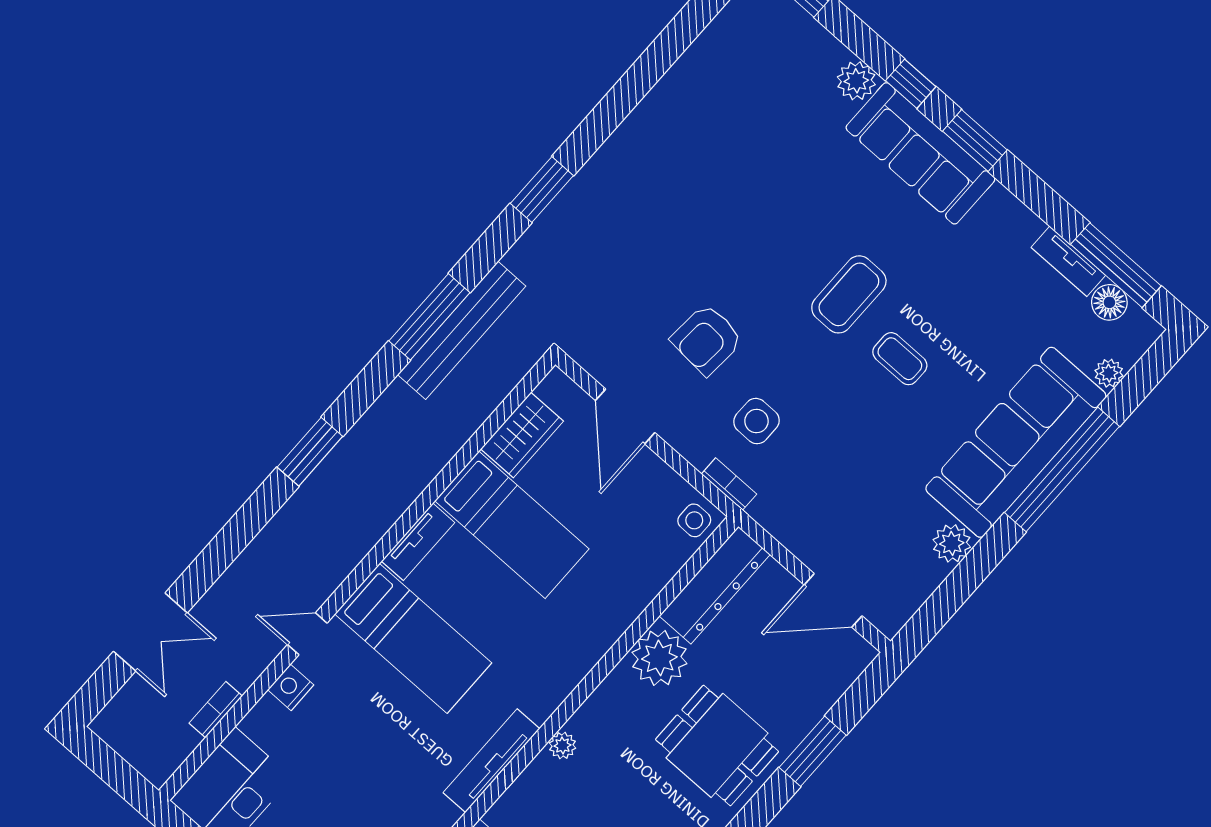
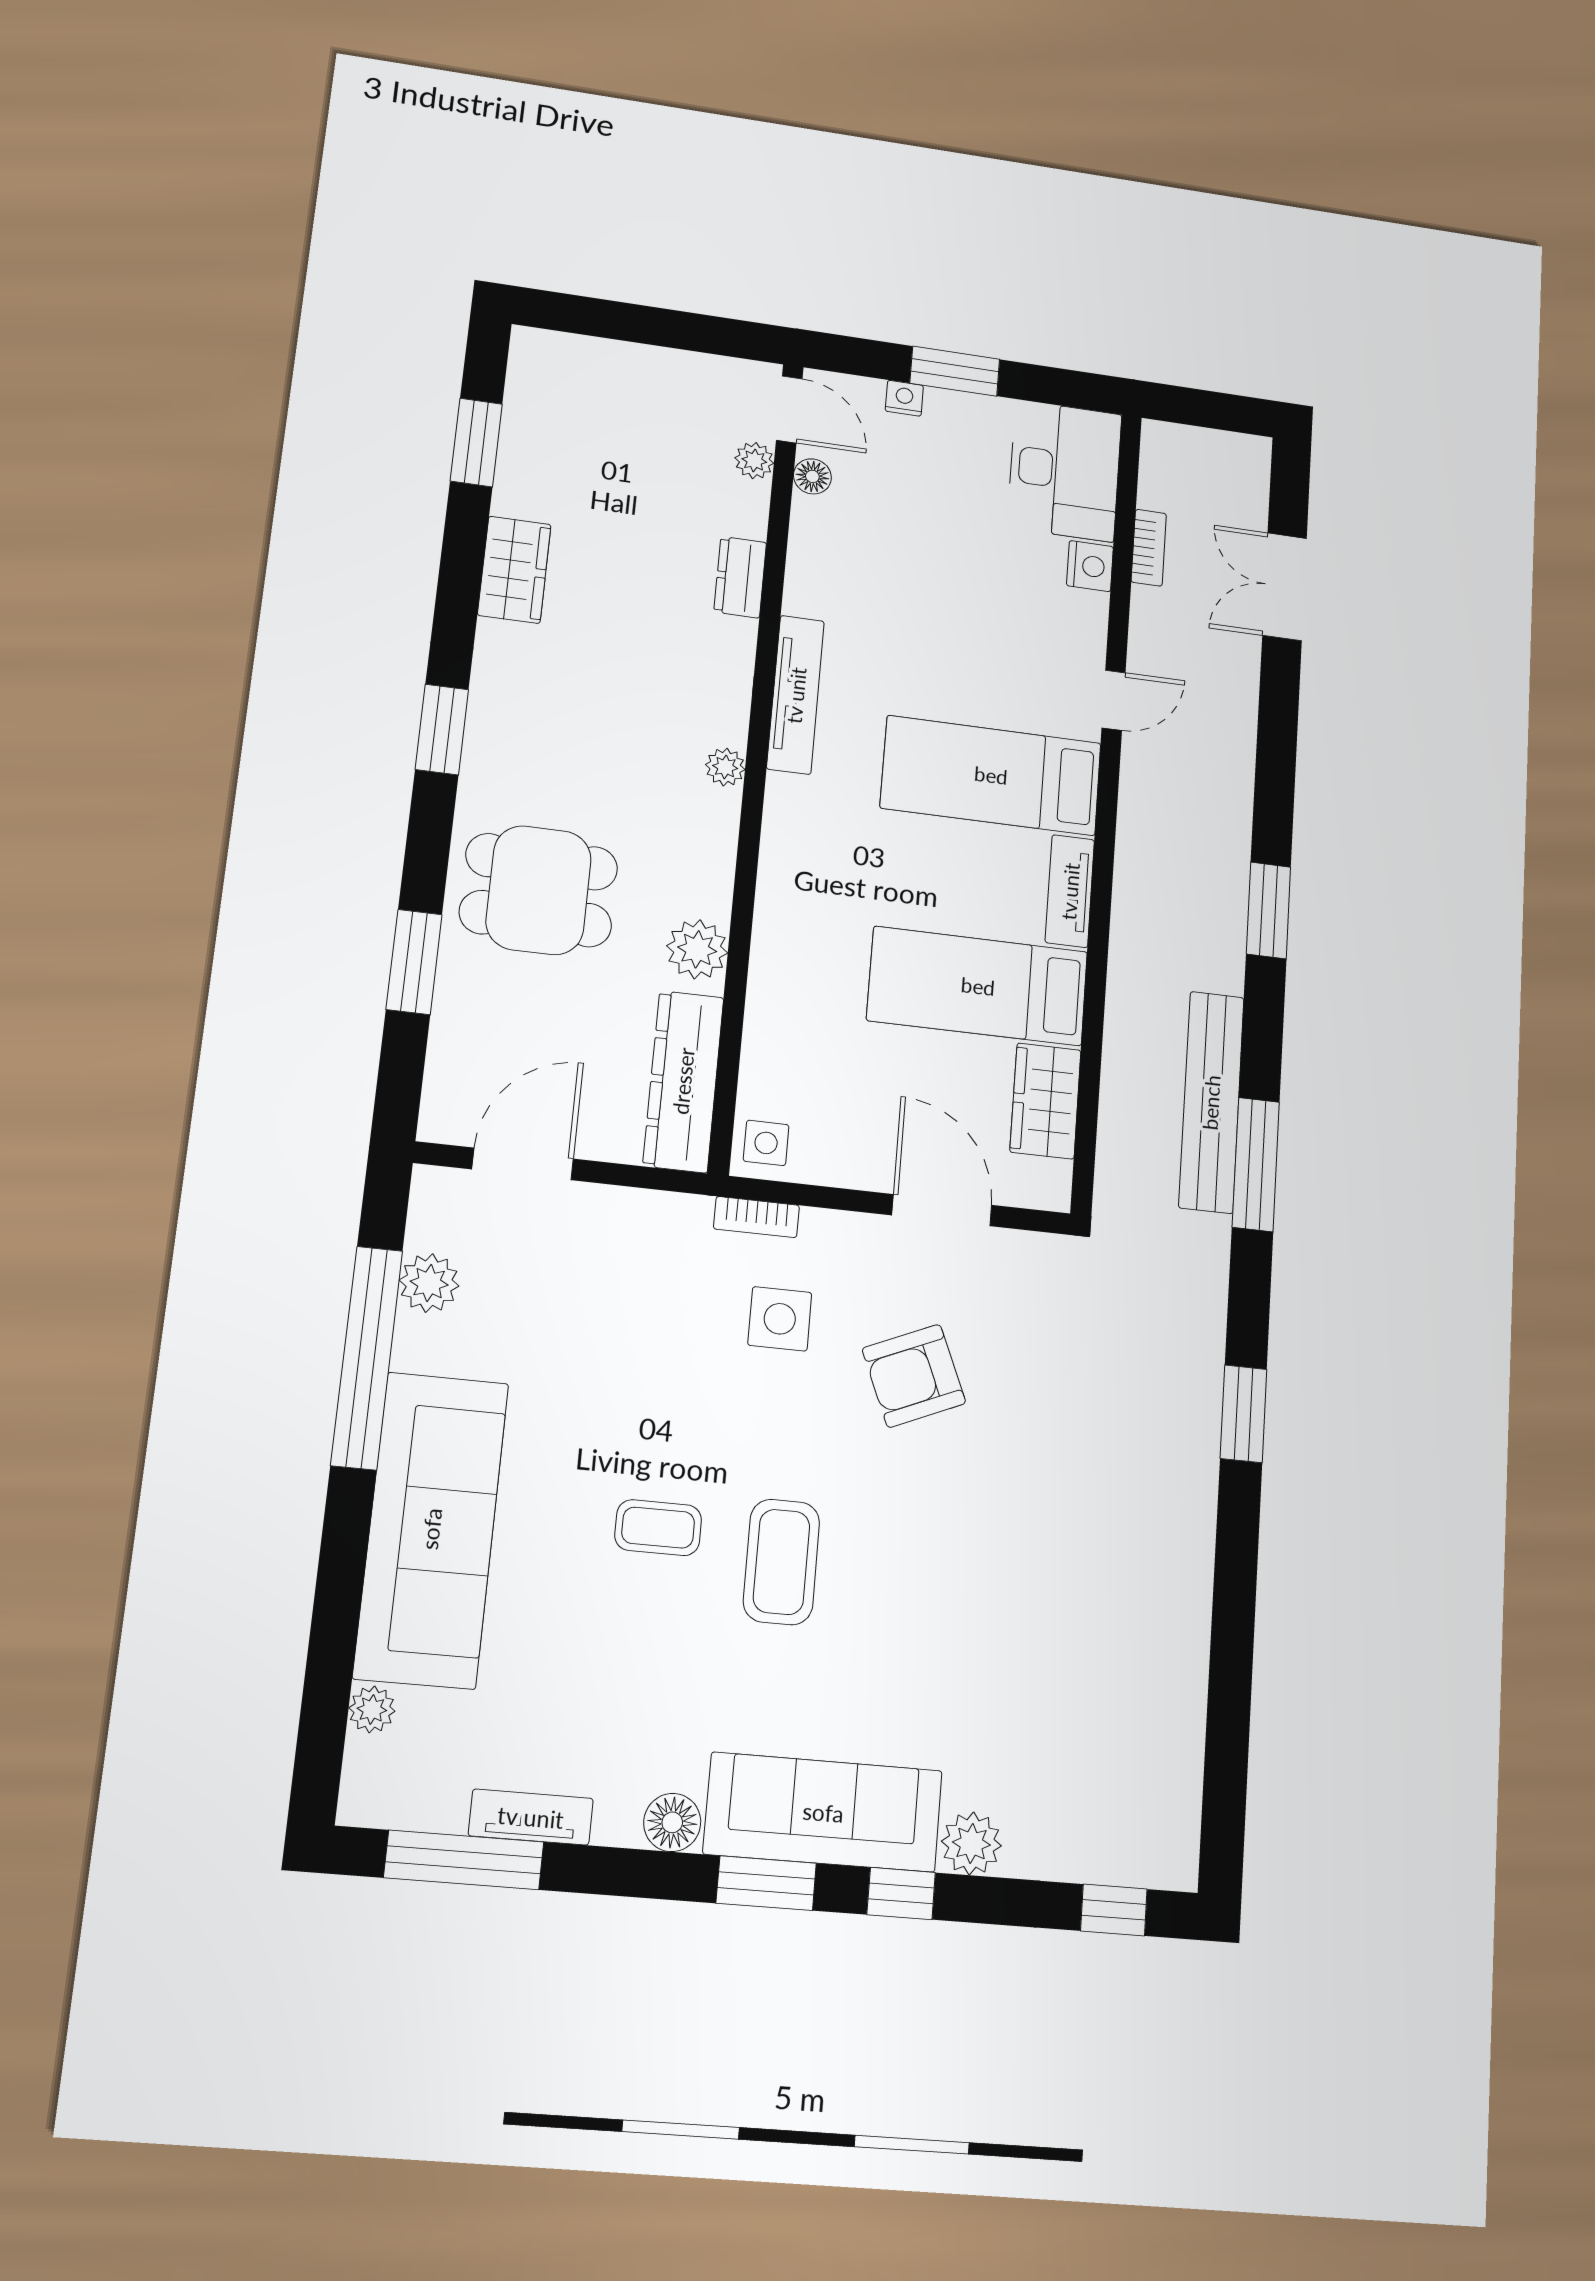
floor lamp: (1109, 302) -> (672, 1822), moved
bench: (462, 330) -> (1211, 1102), moved
armchair: (707, 339) -> (914, 1376), turned -117
window: (1062, 469) -> (367, 1358), moved
plant: (952, 543) -> (429, 1283), moved
plant: (659, 658) -> (697, 949), width x0.73, depth x0.73
nightstand: (291, 687) -> (1090, 566), moved

